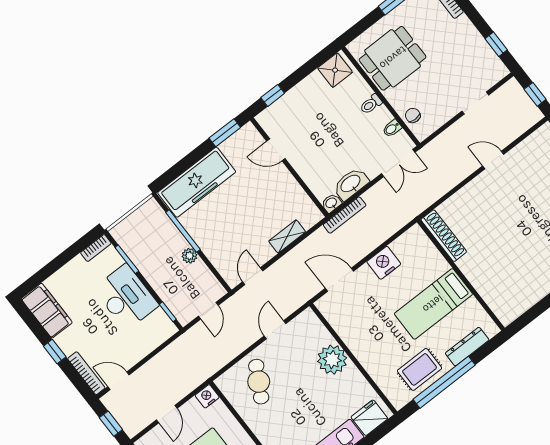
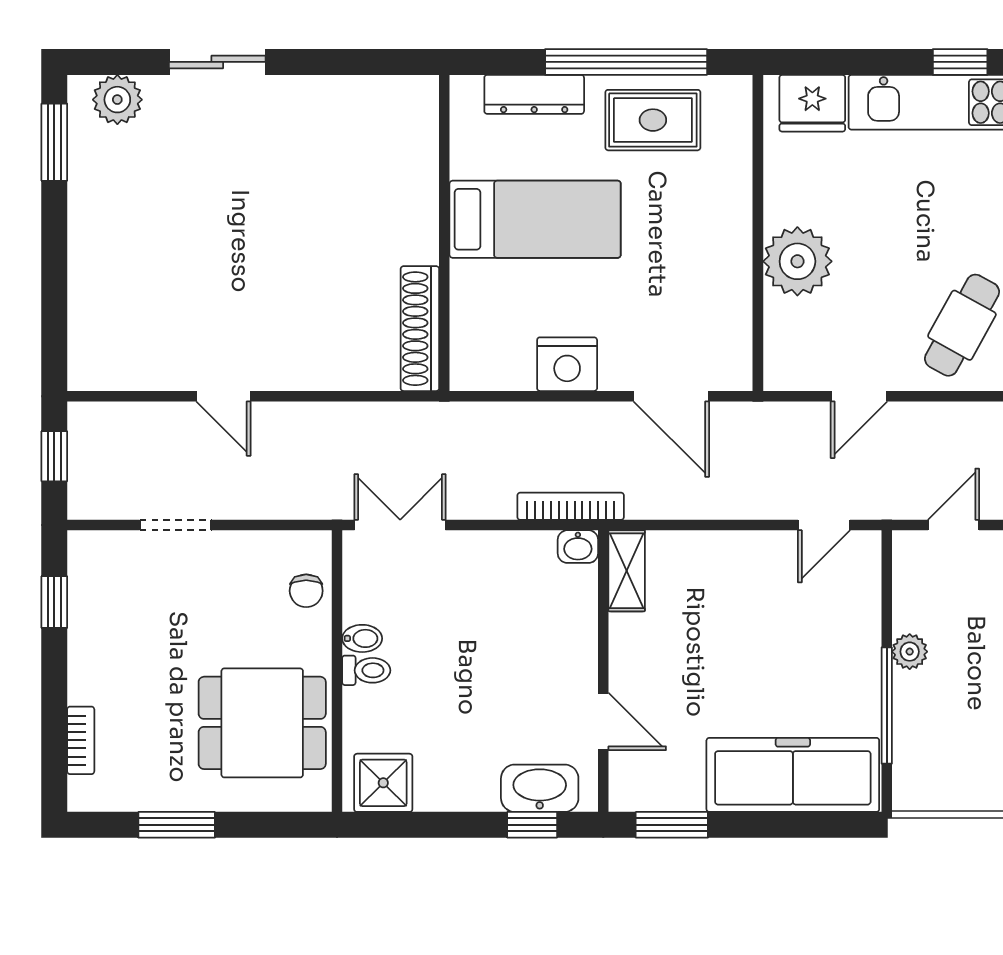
bidet: (392, 128) -> (362, 638), moved
washbasin: (351, 184) -> (540, 788), moved, turned 180
shelving: (287, 236) -> (627, 571), moved, turned 90

